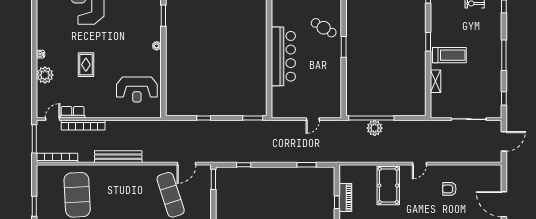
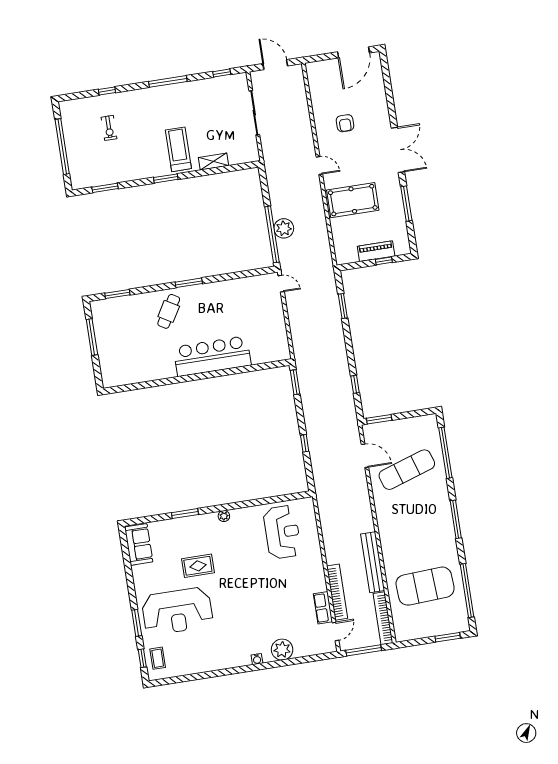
rug: (86, 65) -> (198, 566), moved
door: (53, 119) -> (336, 631), swing flipped
door: (313, 119) -> (281, 284), moved
bench: (118, 157) -> (373, 562), moved

